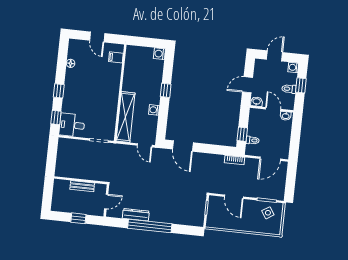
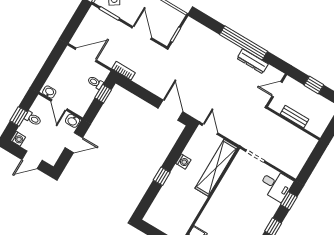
washing machine: (159, 54) -> (151, 217), removed

